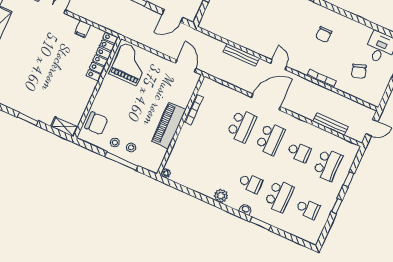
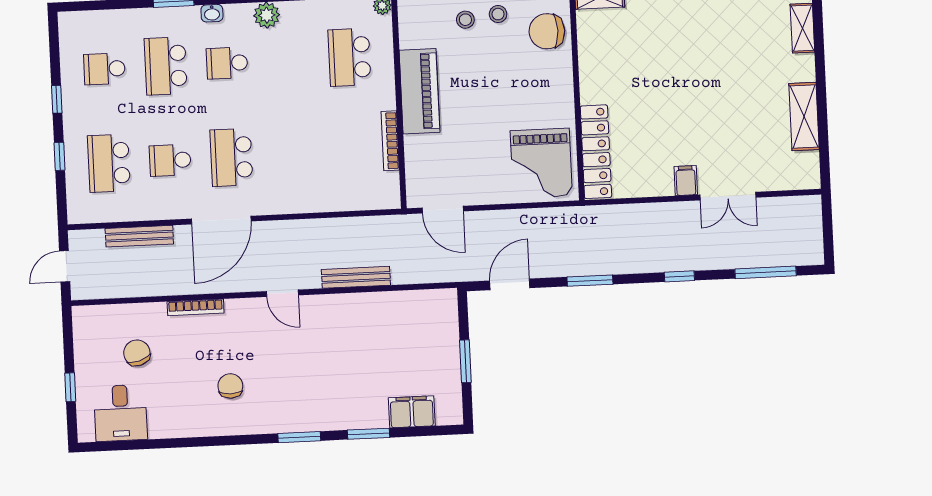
filing cabinet: (83, 29) -> (686, 181), moved
door: (266, 102) -> (221, 220), moved
school desk: (241, 126) -> (349, 57), moved

